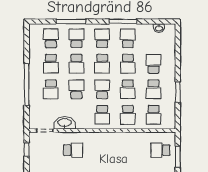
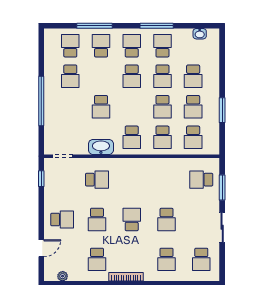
school desk: (76, 64) -> (101, 76), removed
school desk: (154, 64) -> (193, 76), turned 180
school desk: (51, 89) -> (70, 107), removed
school desk: (76, 89) -> (101, 107), turned 180
school desk: (102, 89) -> (132, 107), removed
washbasin: (65, 123) -> (101, 147), moved

